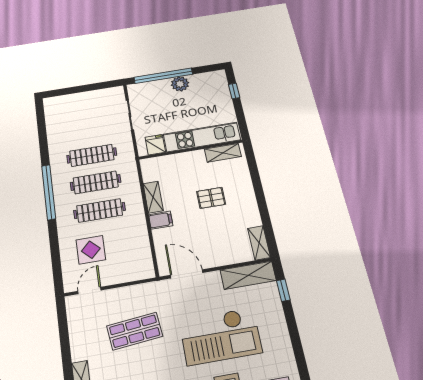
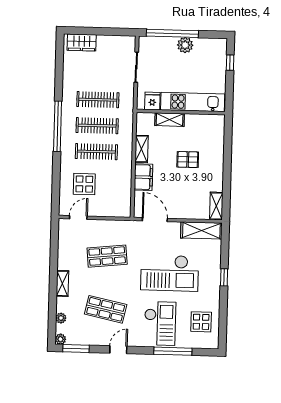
wardrobe: (64, 103) -> (82, 43), added
shelving: (223, 153) -> (170, 120), moved
filing cabinet: (161, 220) -> (143, 177), width x2.00
window: (283, 290) -> (224, 277), moved

